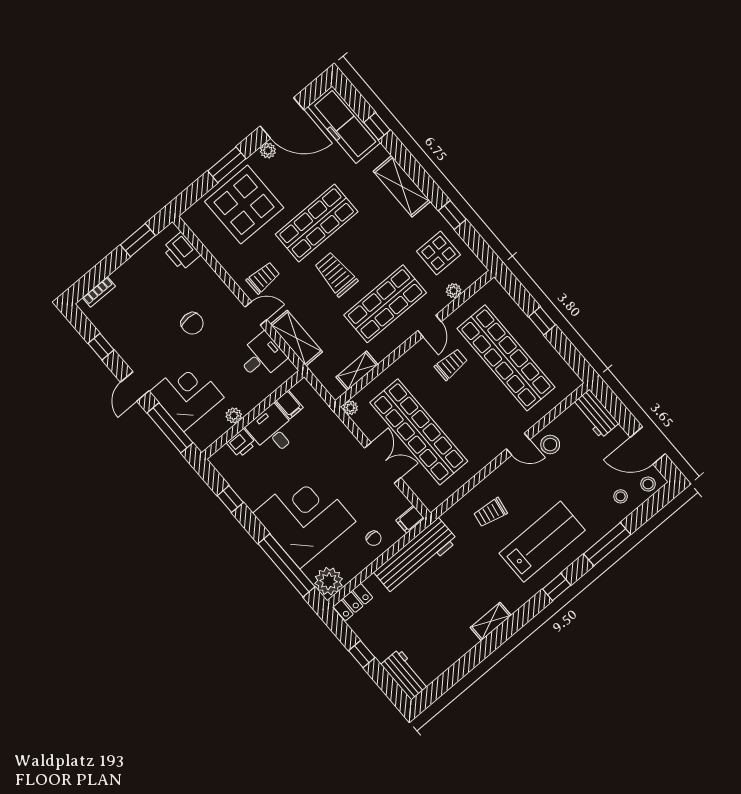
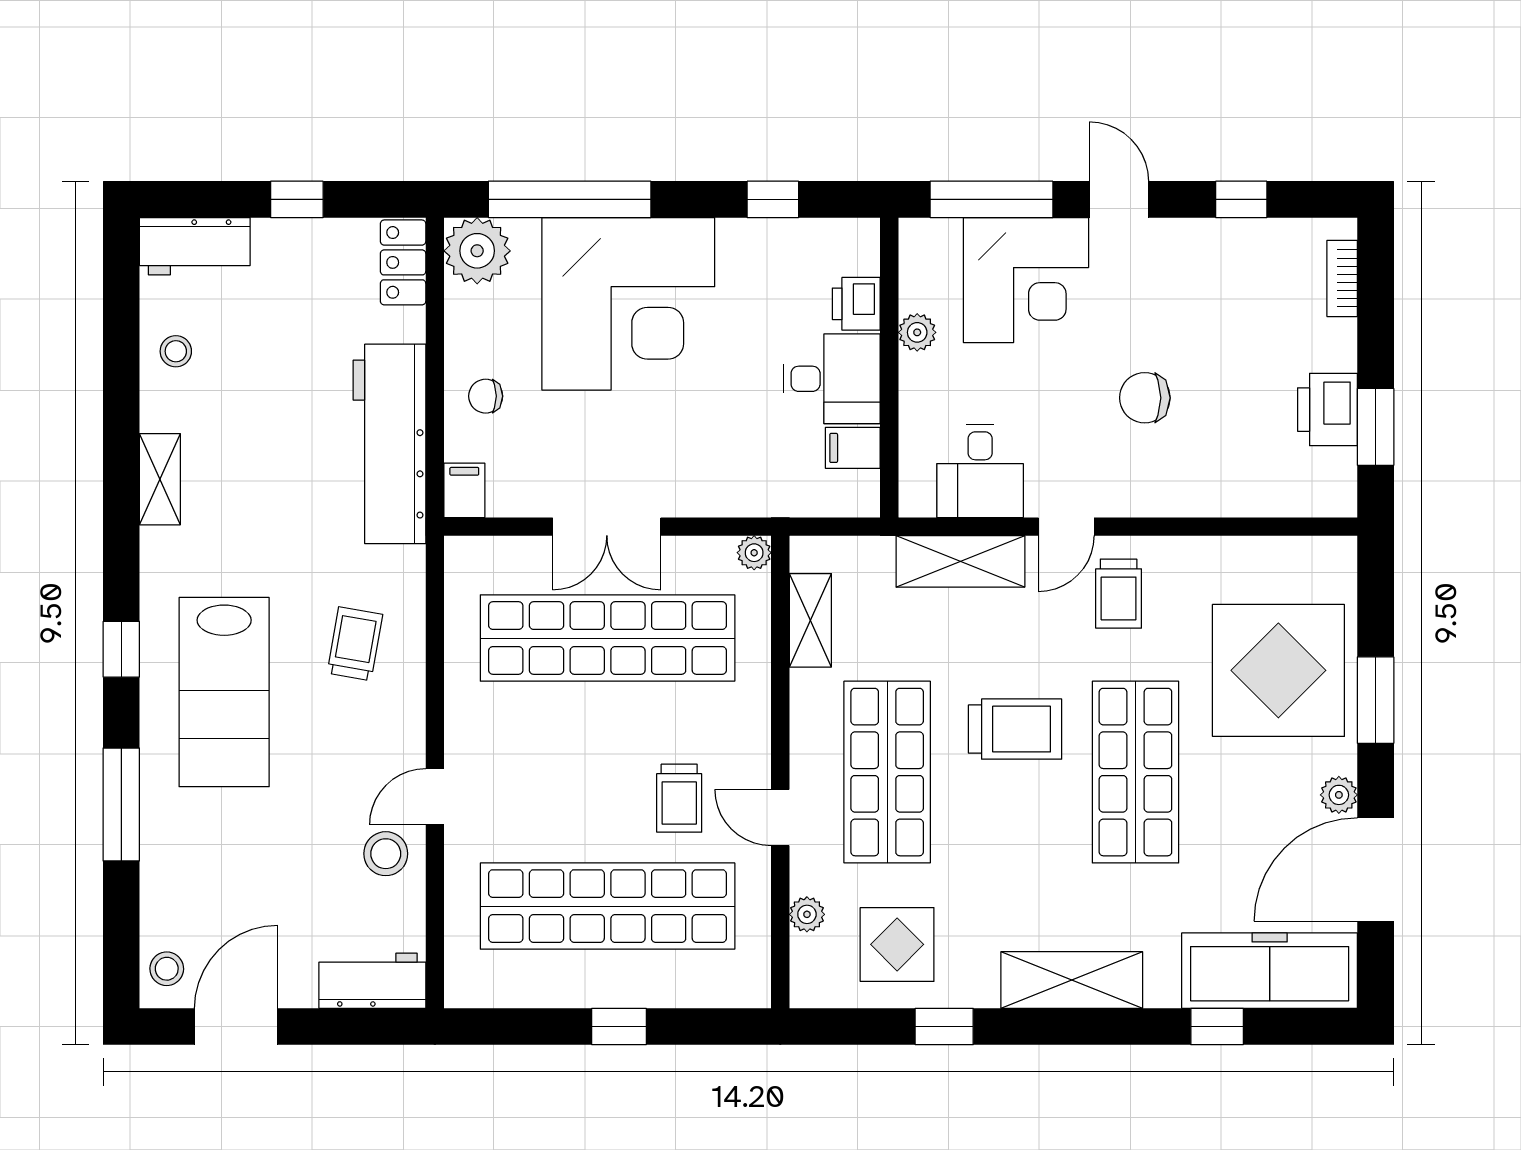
printer: (181, 251) -> (1327, 410), moved, turned -90
stool: (621, 496) -> (176, 351), moved

